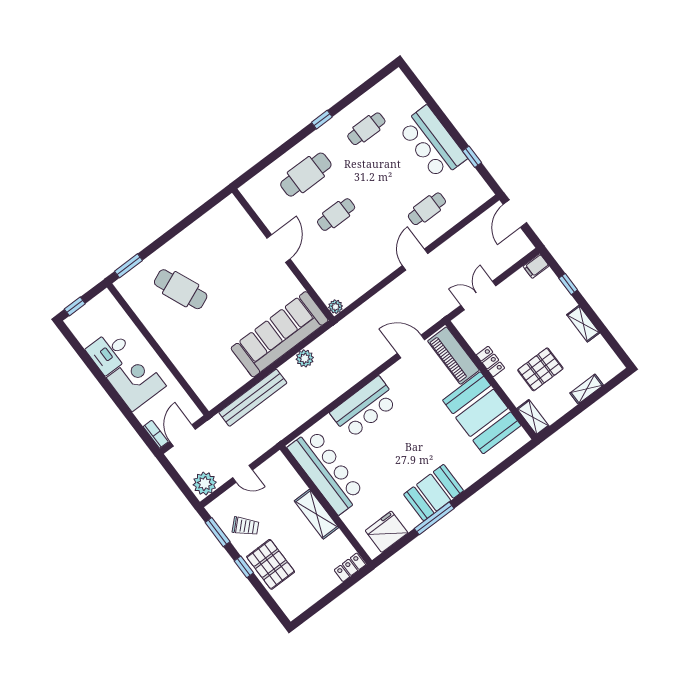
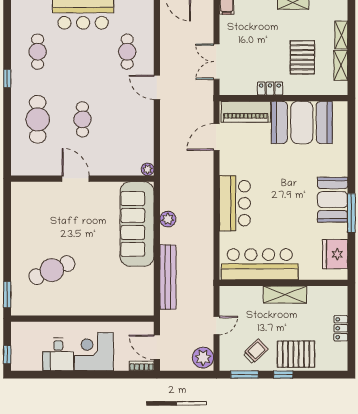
shelving: (533, 417) -> (341, 65), moved, turned 90
locker: (350, 567) -> (341, 328), moved

